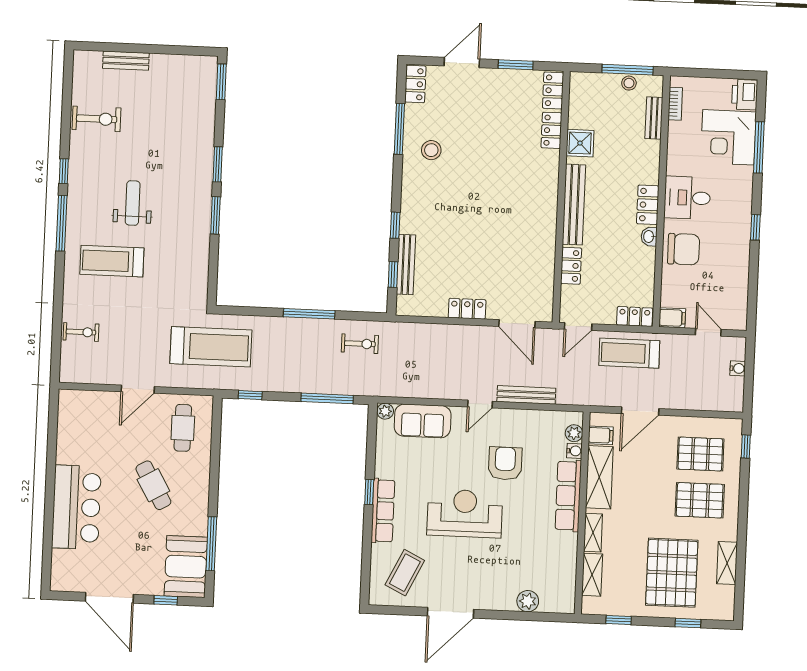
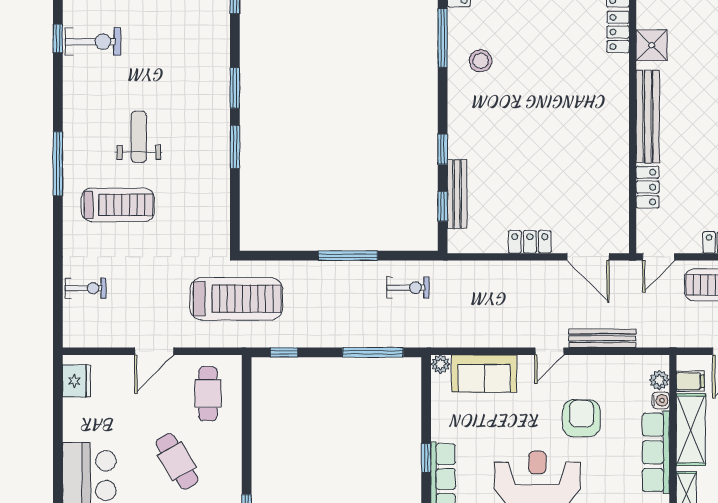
window: (64, 171) -> (58, 39), moved
treadmill: (112, 261) -> (118, 205), turned 180
fridge: (69, 412) -> (76, 381), added

